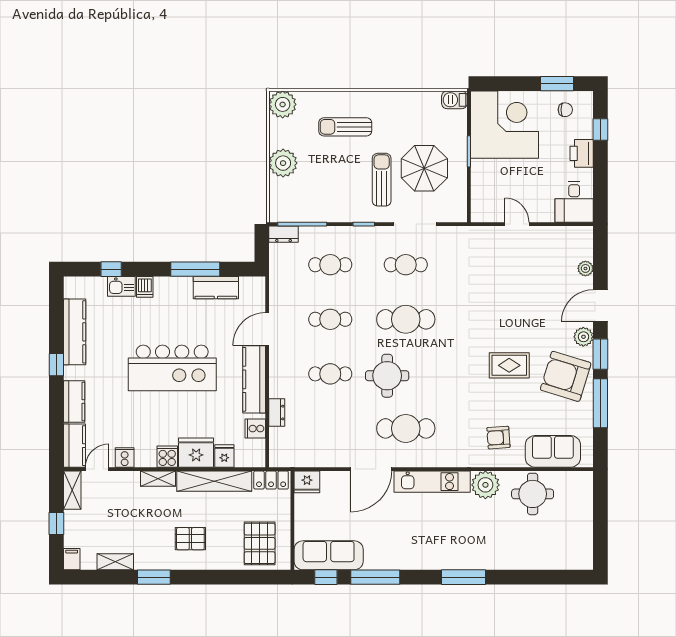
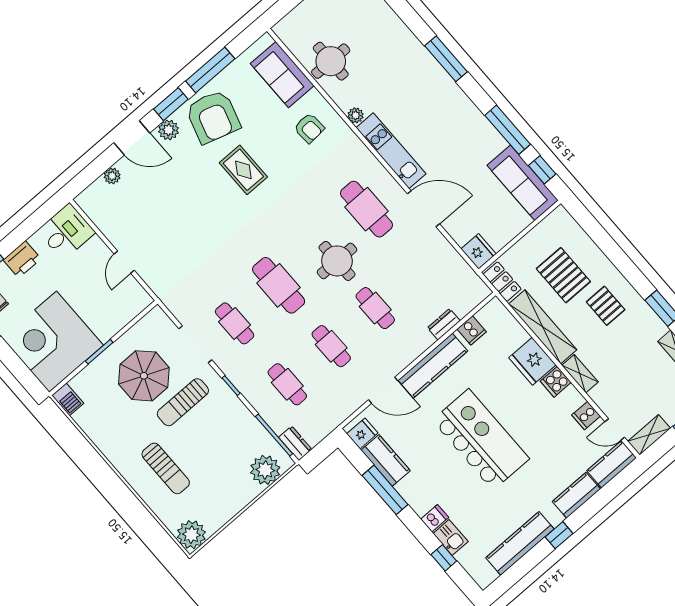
plant: (283, 163) -> (265, 470), moved
fridge: (224, 456) -> (362, 433), moved, turned 180
plant: (485, 485) -> (356, 115), width x0.53, depth x0.53
pallet: (260, 543) -> (563, 275), moved, turned 90

